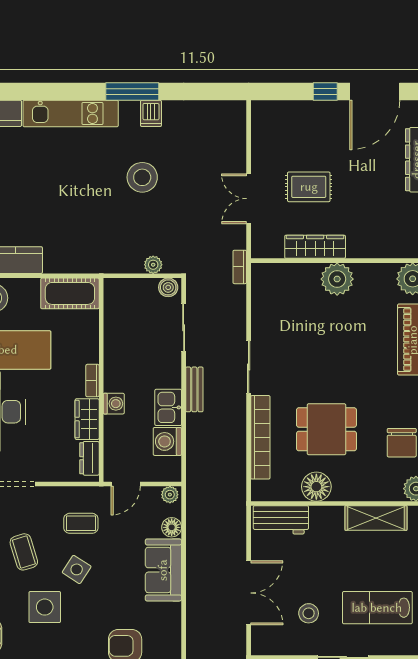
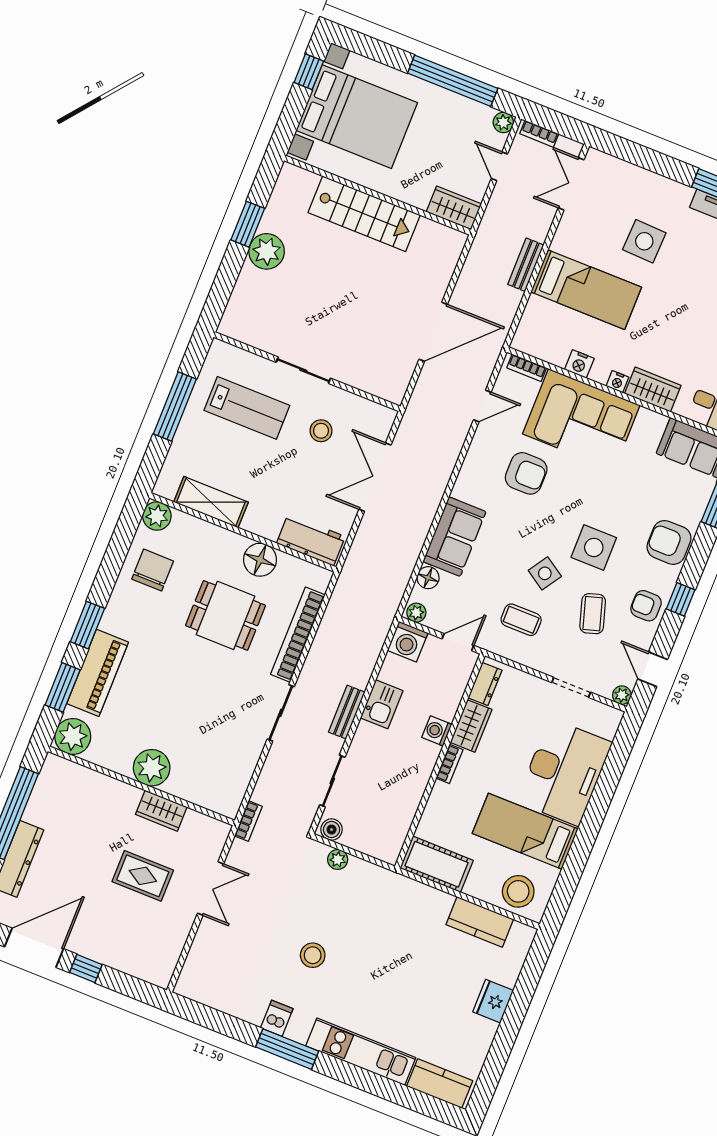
stool: (142, 177) -> (313, 955), width x0.73, depth x0.73
wardrobe: (315, 247) -> (161, 811), width x0.67
washing machine: (167, 441) -> (408, 642), moved, turned 90

